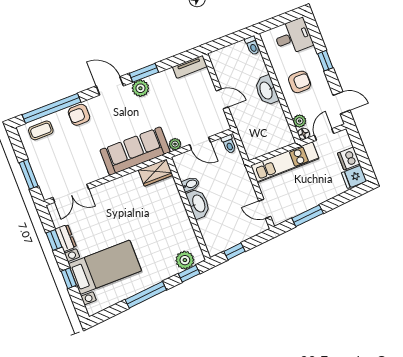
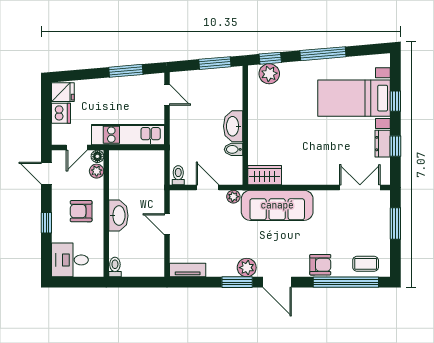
window: (235, 251) -> (215, 63), width x1.50

